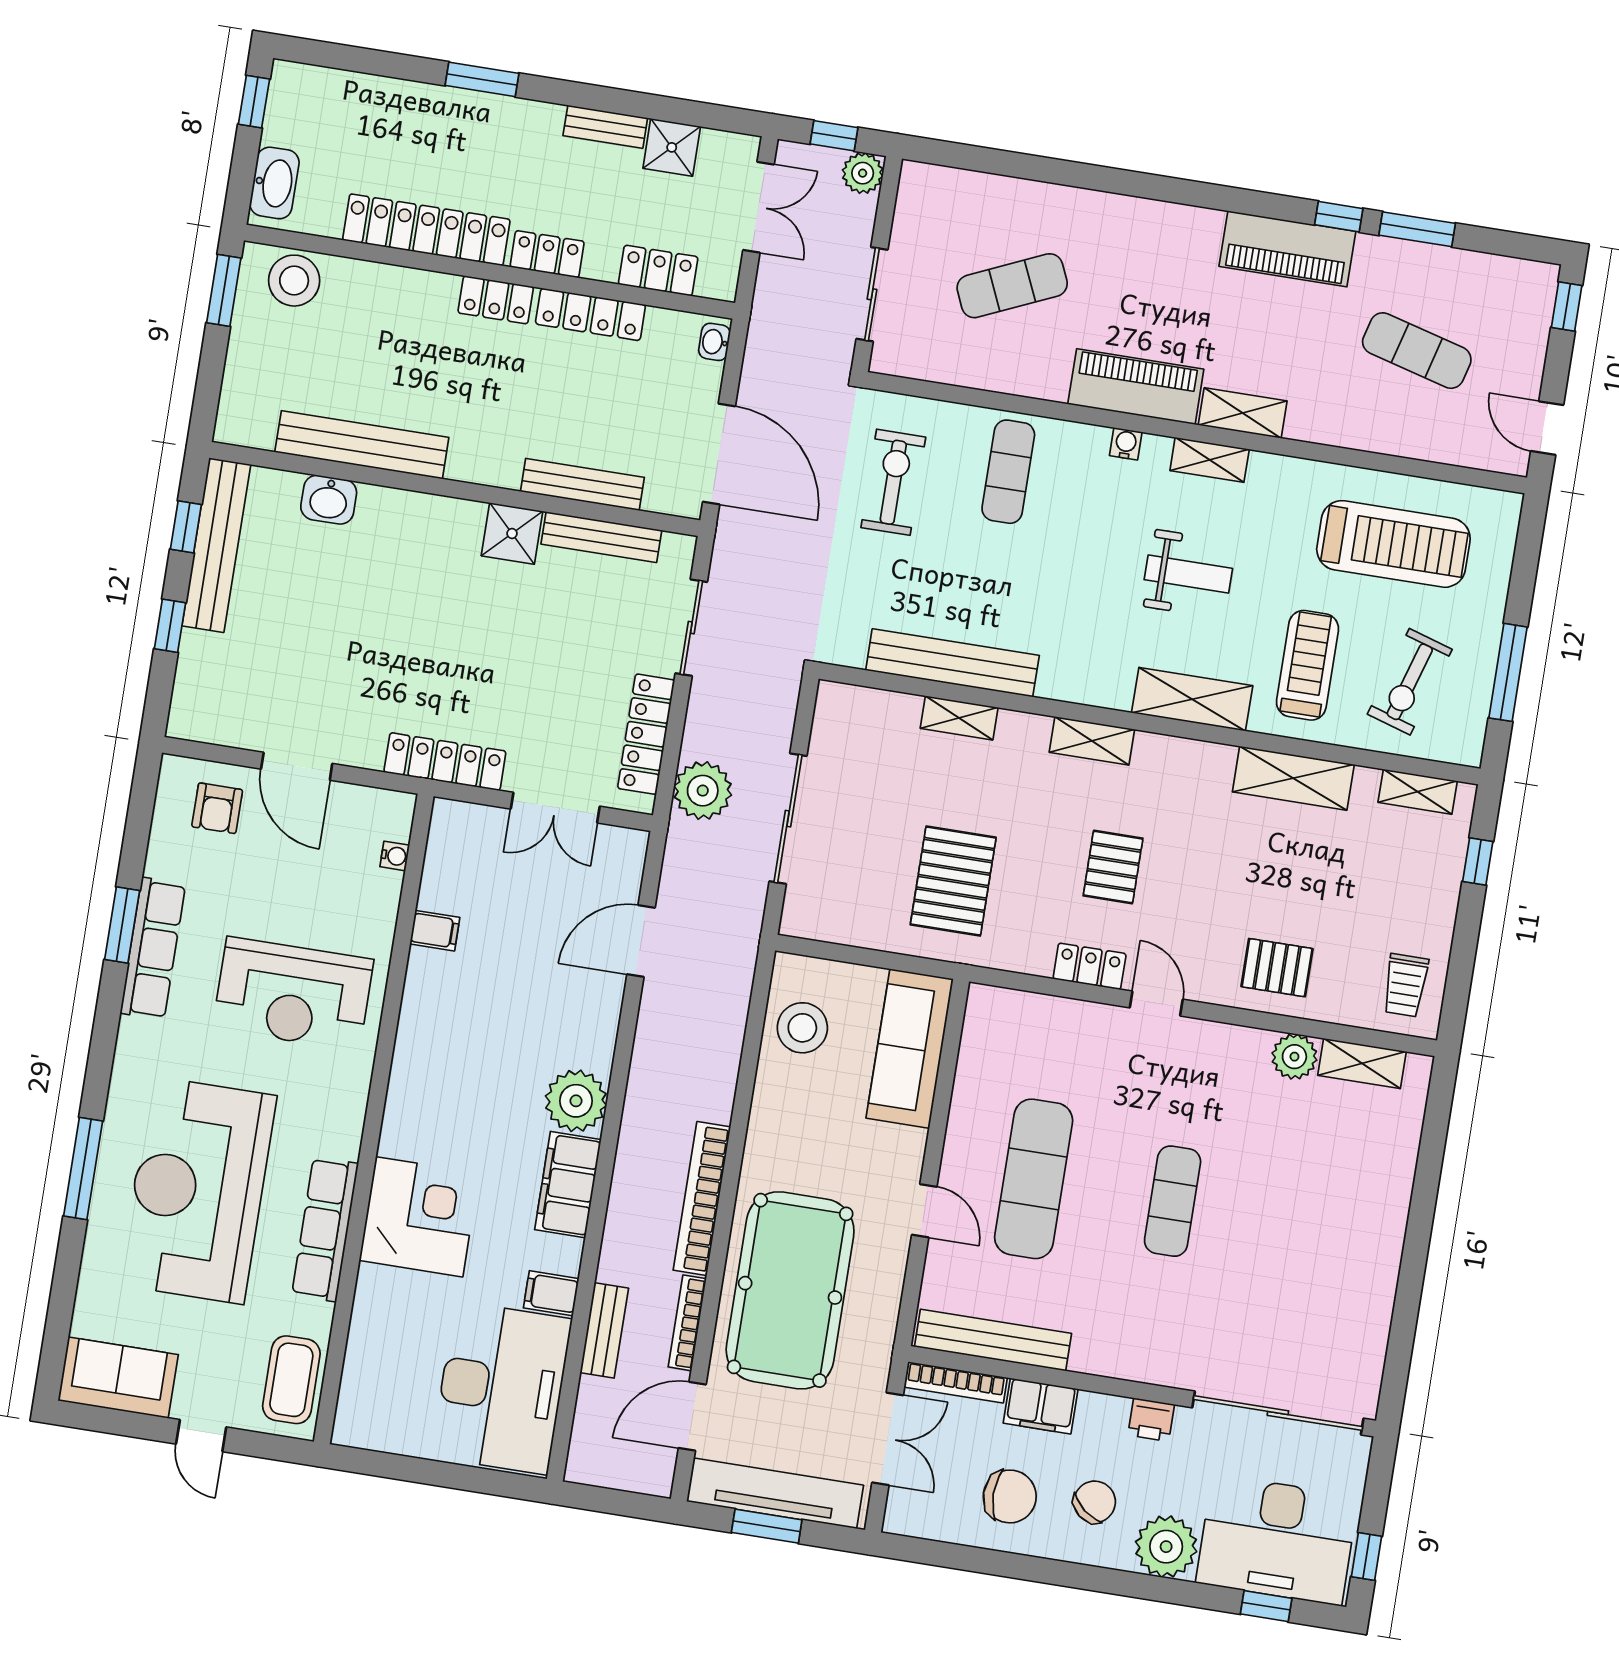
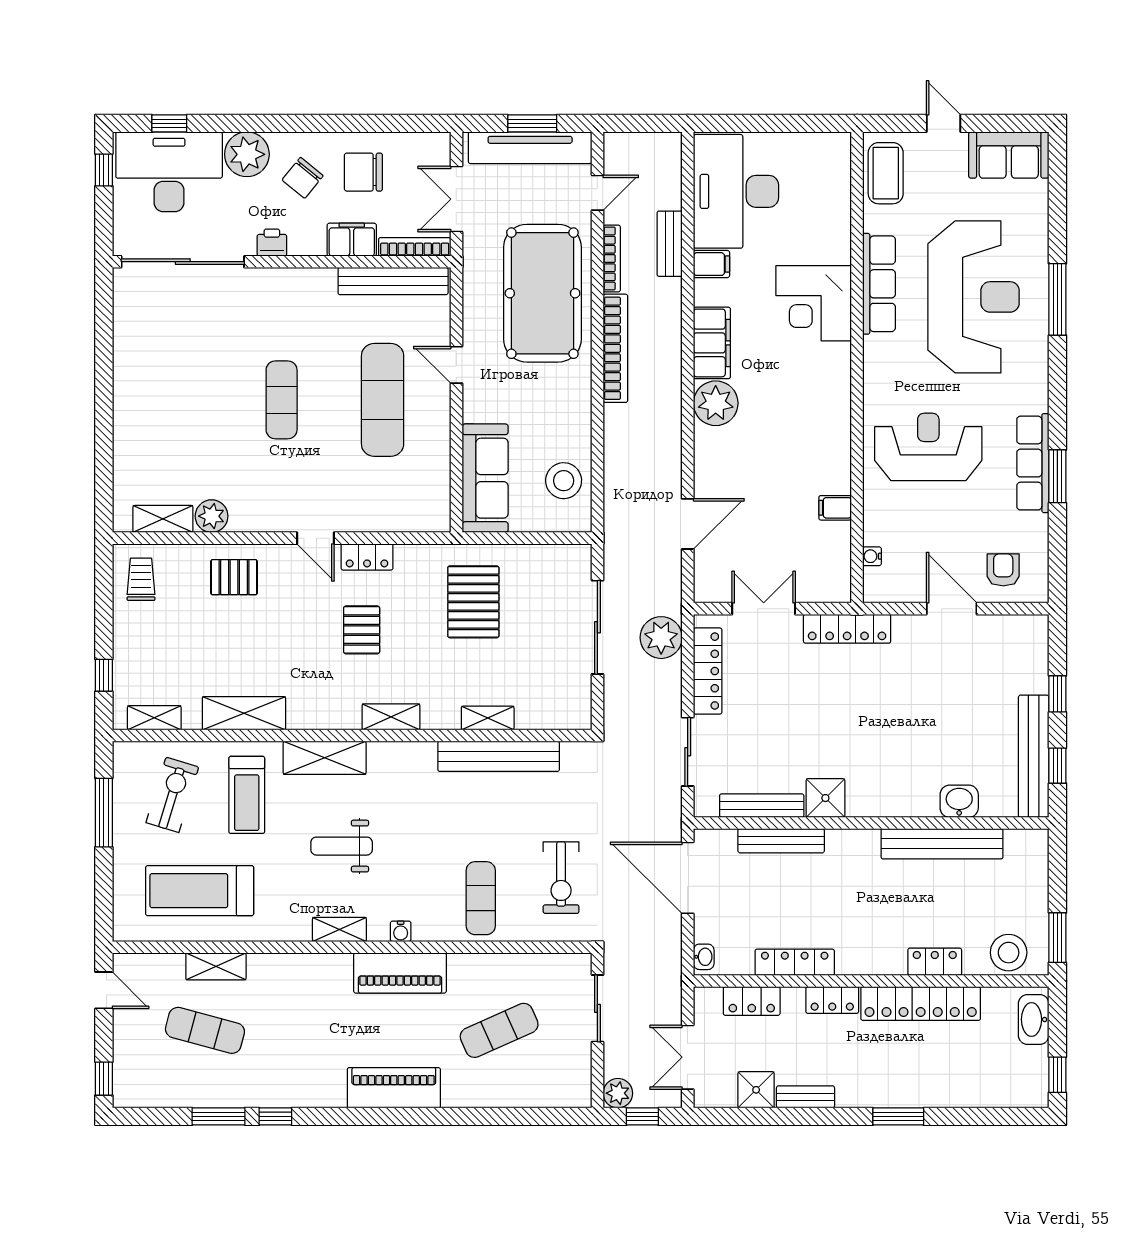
piano: (1287, 249) -> (394, 1088), moved
locker: (496, 300) -> (935, 962), moved
shelving: (1243, 413) -> (216, 966), moved
door: (692, 1416) -> (597, 193), width x0.73

